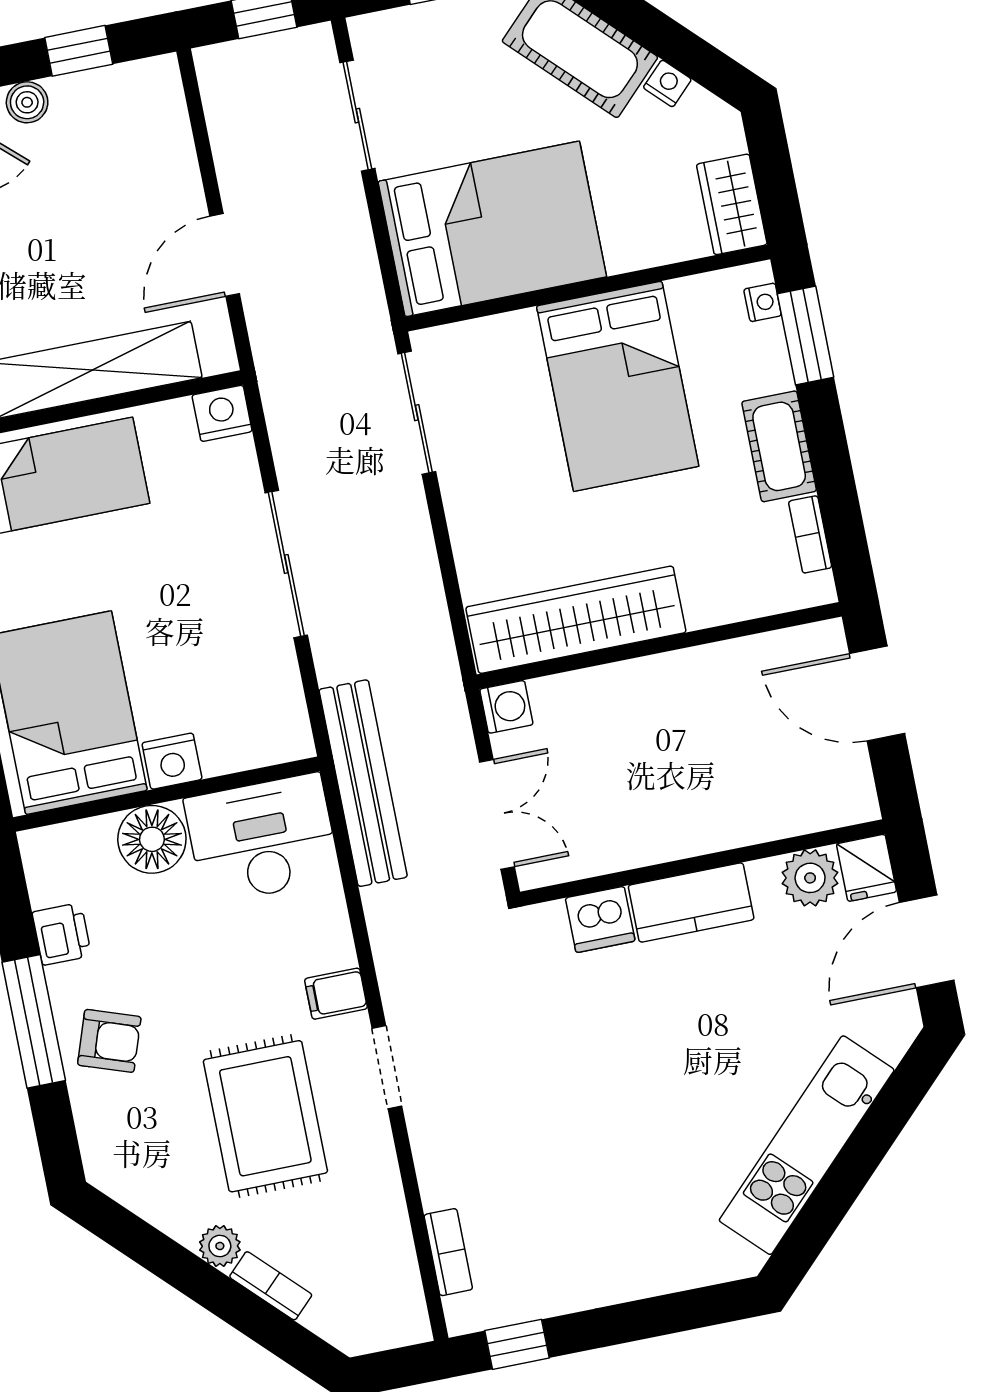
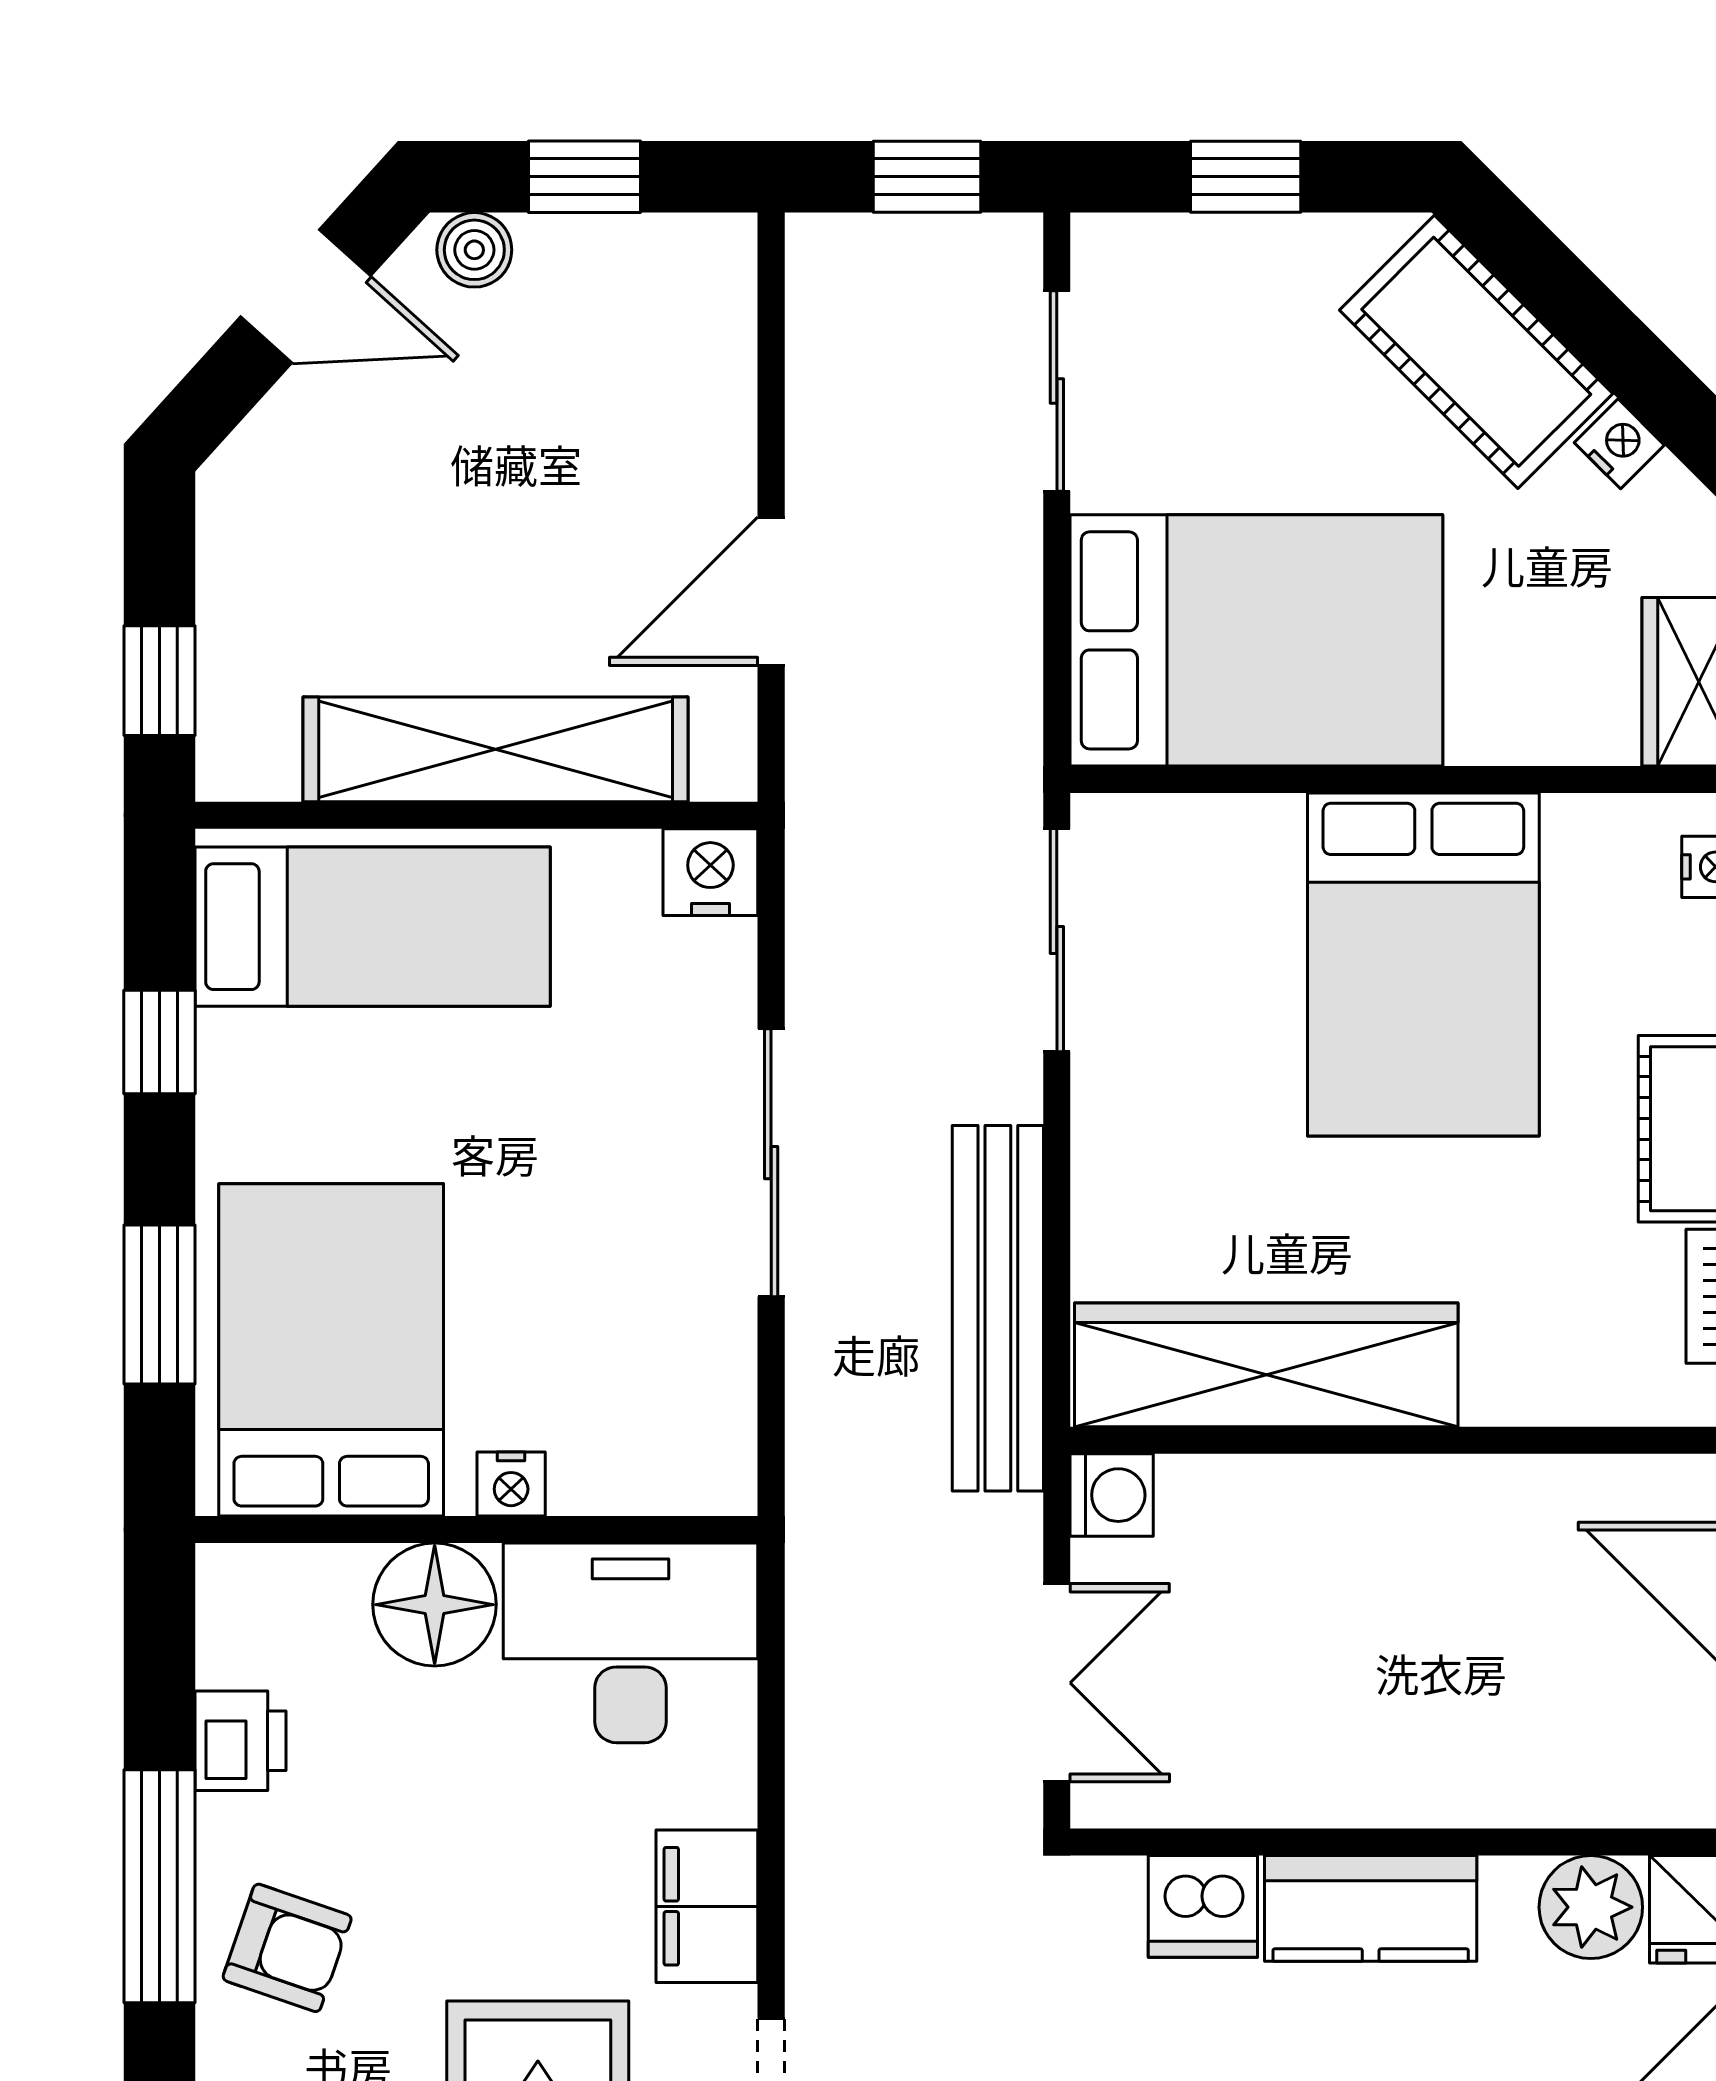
nightstand: (172, 761) -> (511, 1484), width x0.72, depth x0.74
bench: (363, 783) -> (998, 1308), moved
filing cabinet: (336, 994) -> (707, 1906), width x2.00

